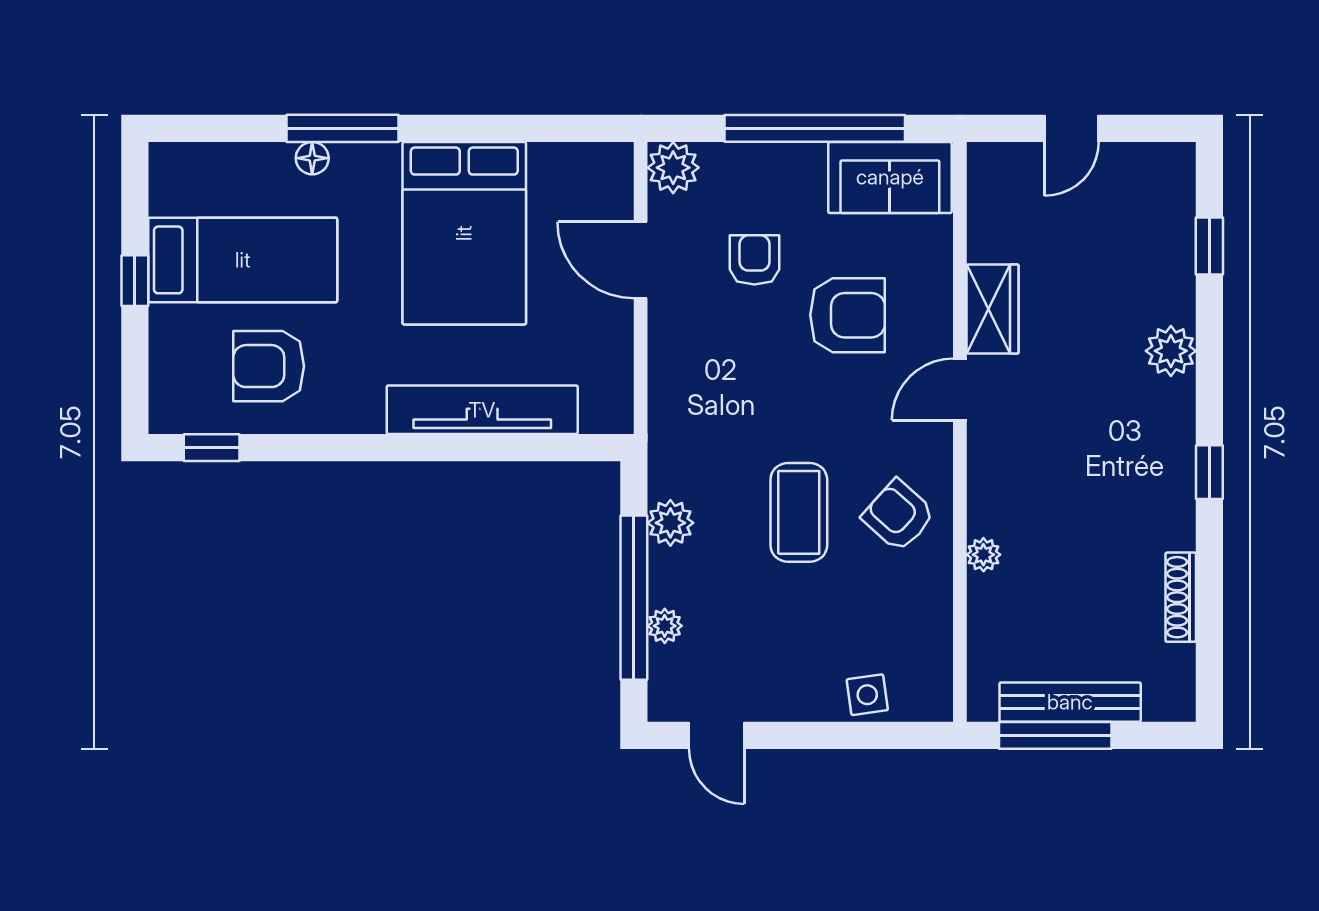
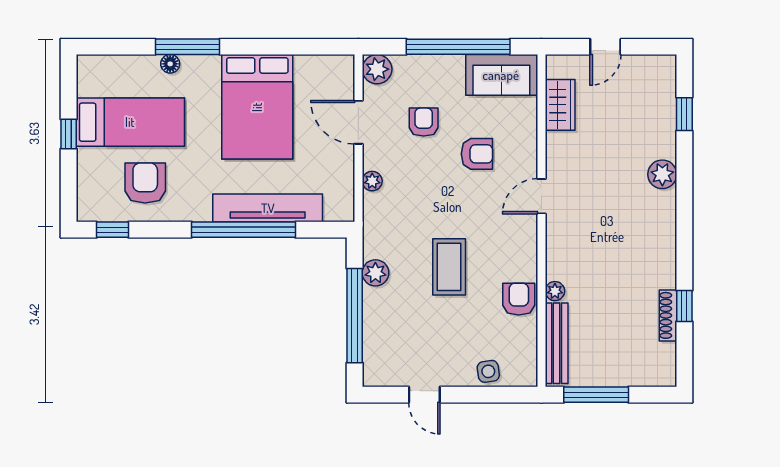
wardrobe: (993, 309) -> (560, 105), moved
armchair: (847, 315) -> (477, 154), width x0.72, depth x0.72
armchair: (269, 366) -> (145, 183), turned 90
window: (440, 448) -> (243, 230), added
window: (1209, 472) -> (684, 306), moved
armchair: (898, 516) -> (519, 299), moved, turned 48
plant: (665, 626) -> (372, 181), moved
bench: (1070, 702) -> (557, 343), moved, turned 90
door: (716, 735) -> (424, 395), moved

